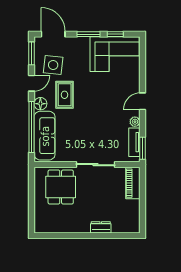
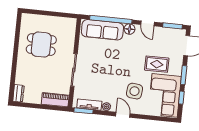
side table: (53, 65) -> (135, 91), moved
rug: (65, 95) -> (157, 64), moved
dining table: (61, 187) -> (41, 45), moved
dresser: (101, 227) -> (18, 93), moved

